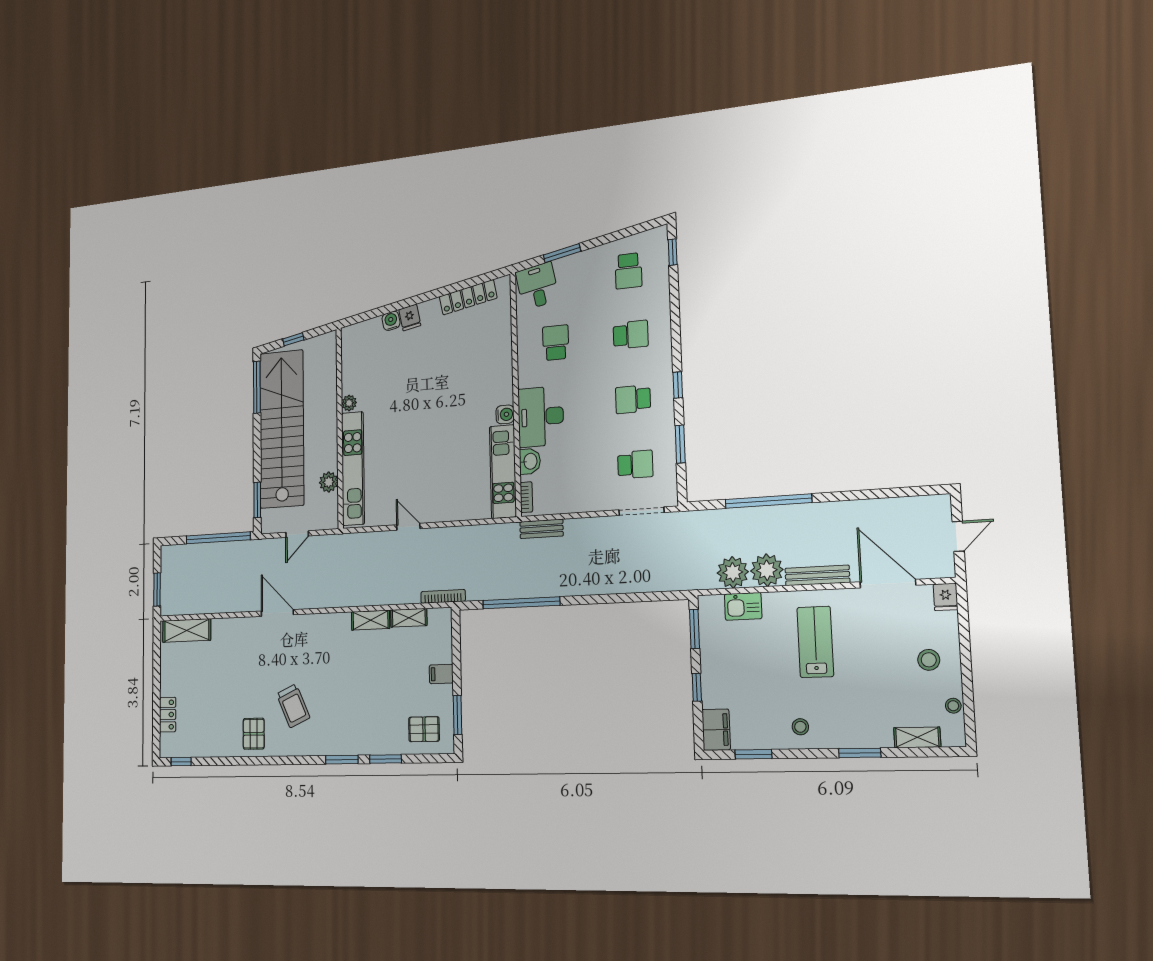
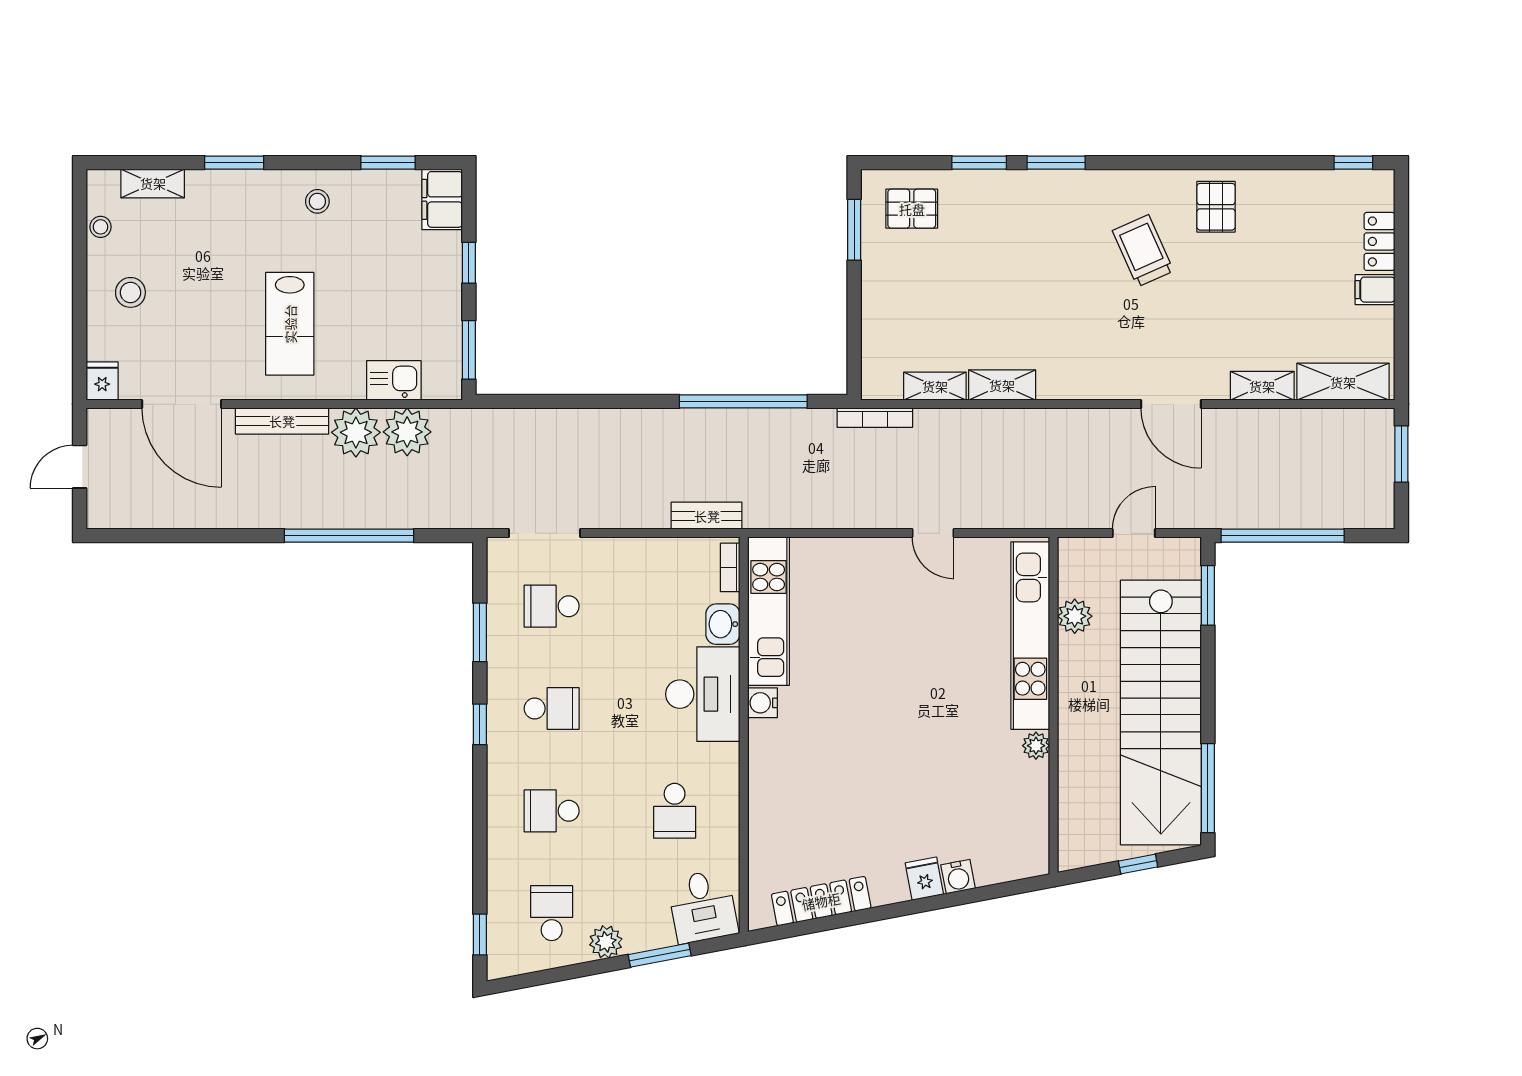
plant: (595, 257) -> (606, 942), added
shelving: (229, 626) -> (1262, 386), added
filing cabinet: (441, 674) -> (1375, 290), moved, turned 180

